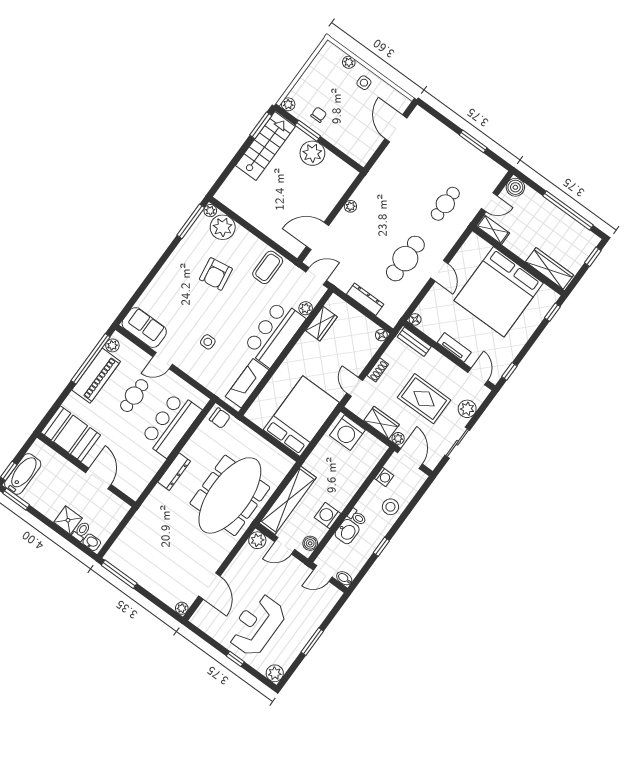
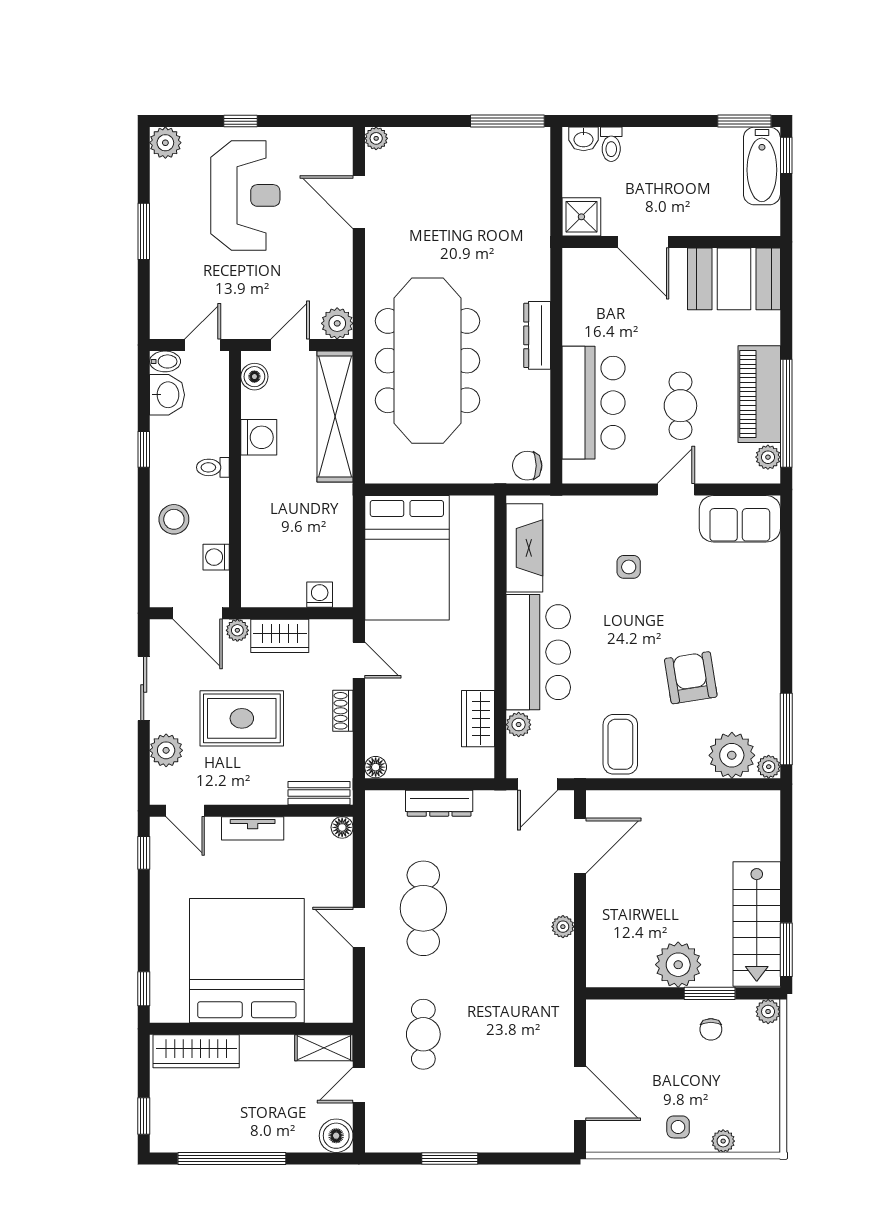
washing machine: (347, 433) -> (320, 595), width x0.53, depth x0.53
shower: (68, 520) -> (581, 217), moved
washbasin: (347, 532) -> (167, 395), moved, turned 180

